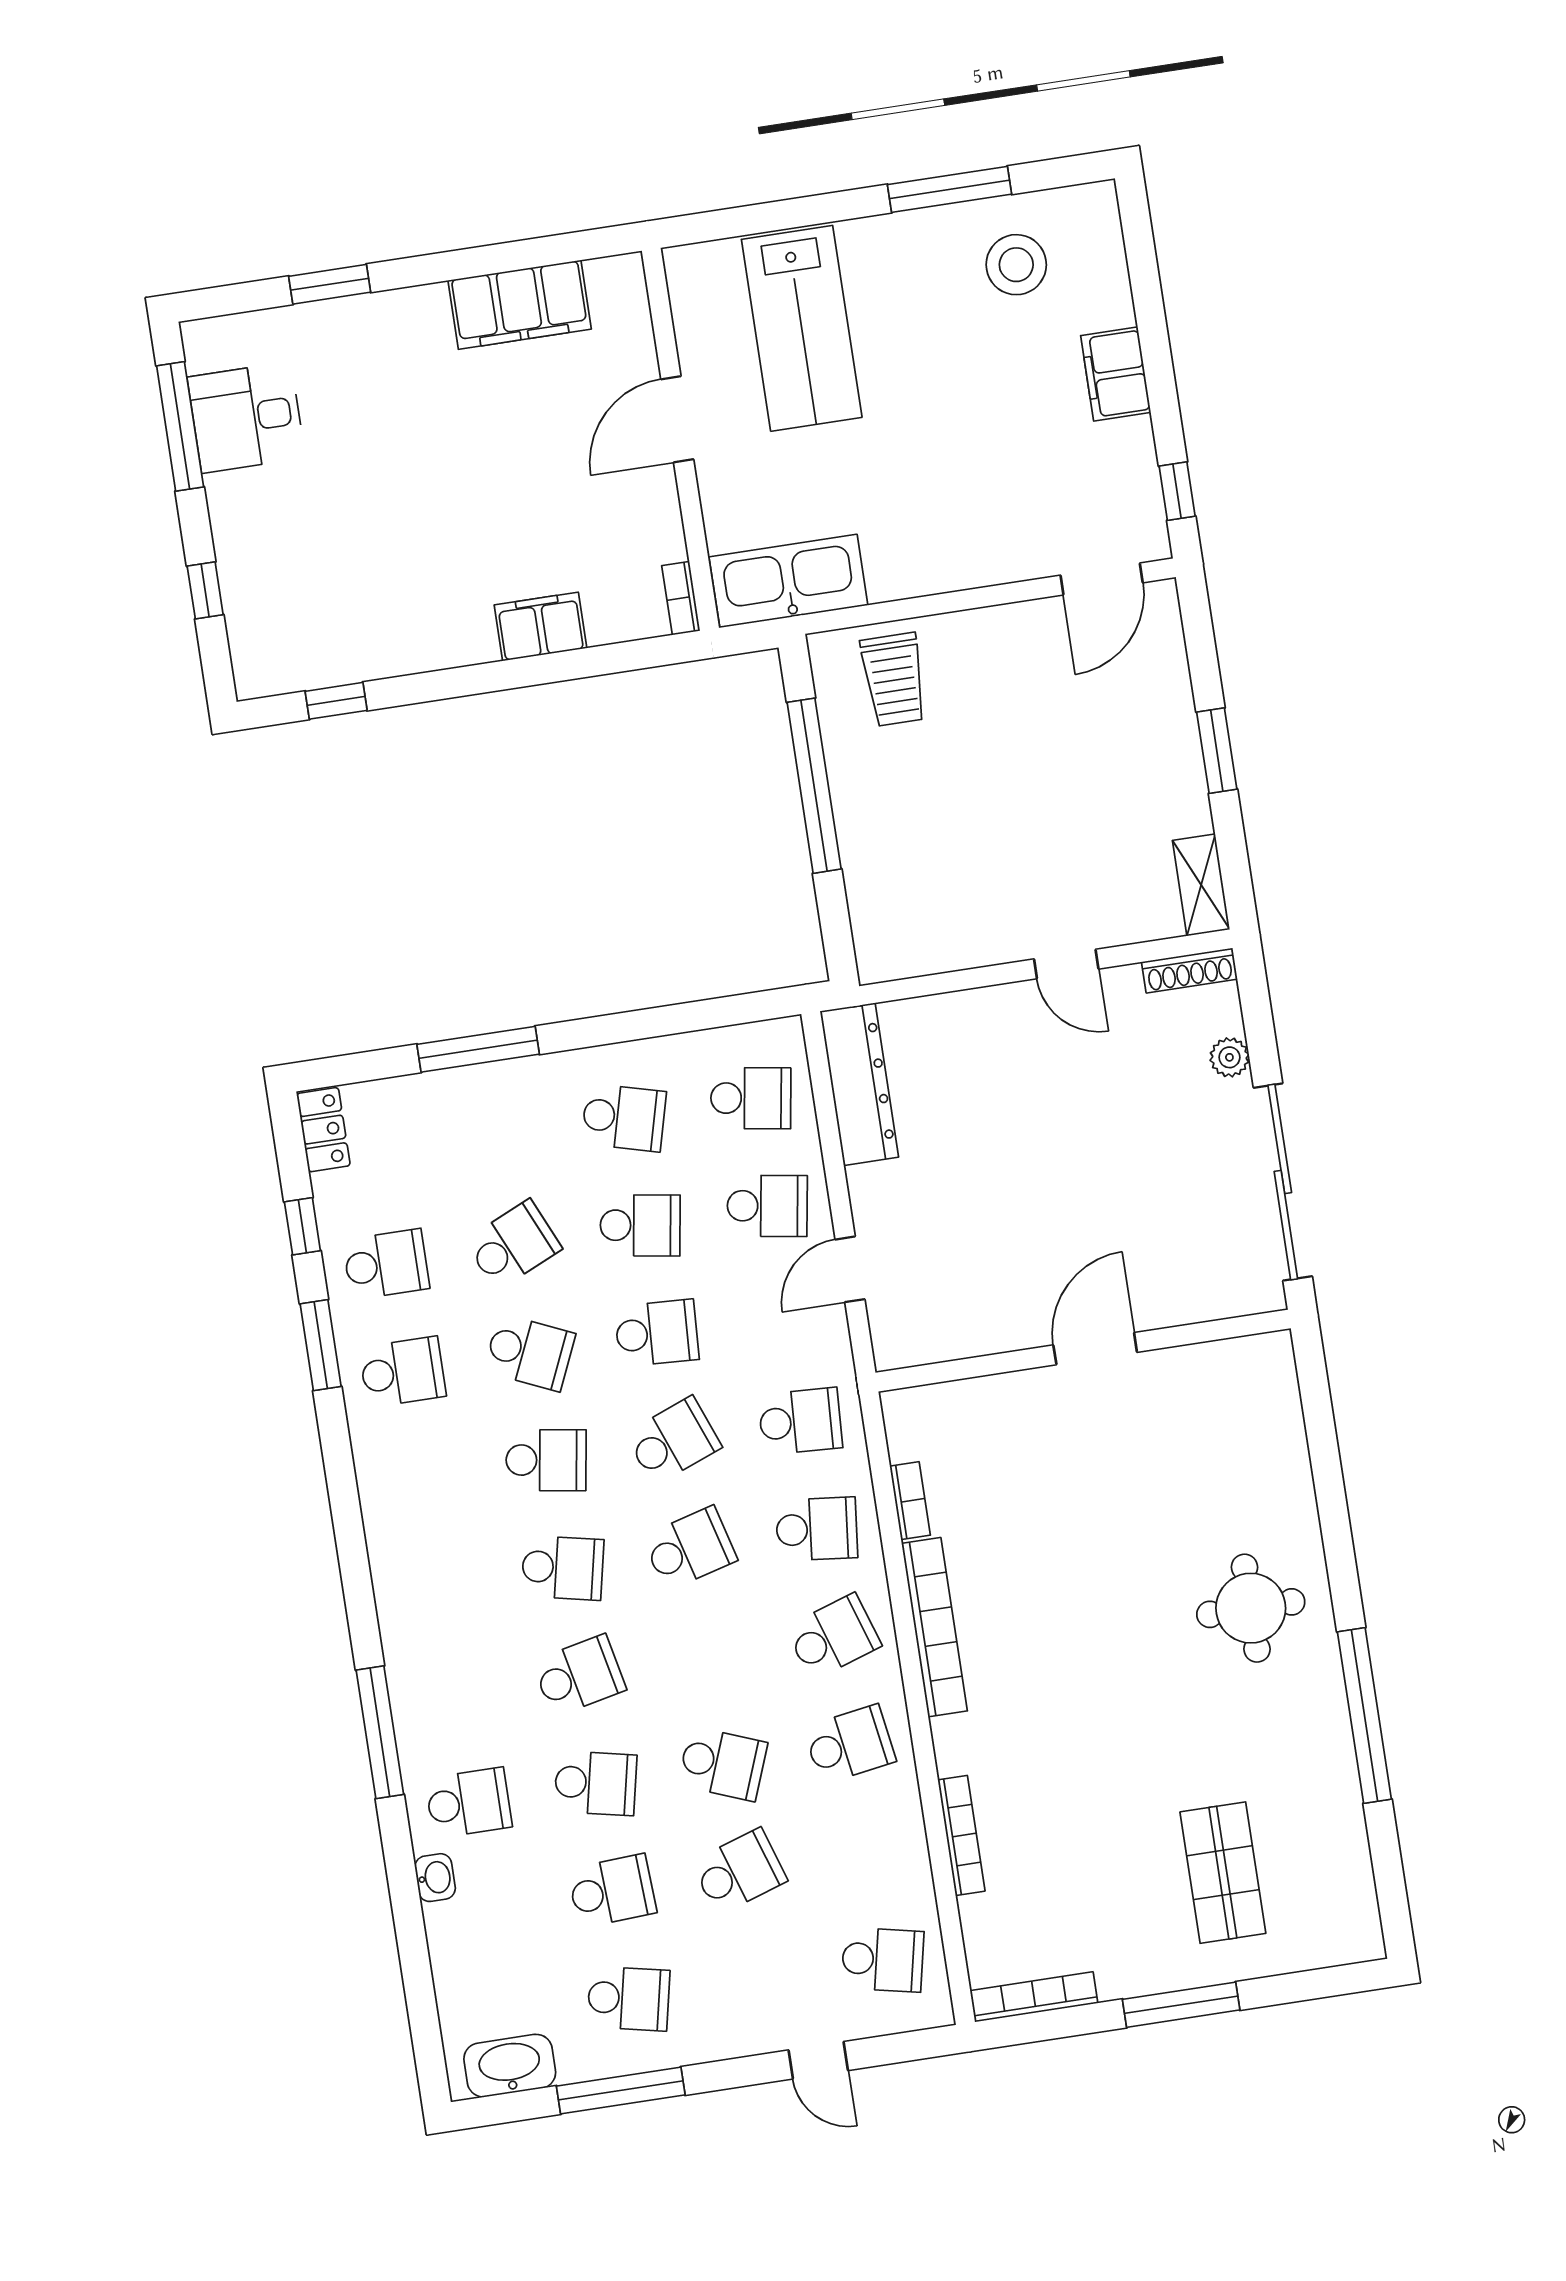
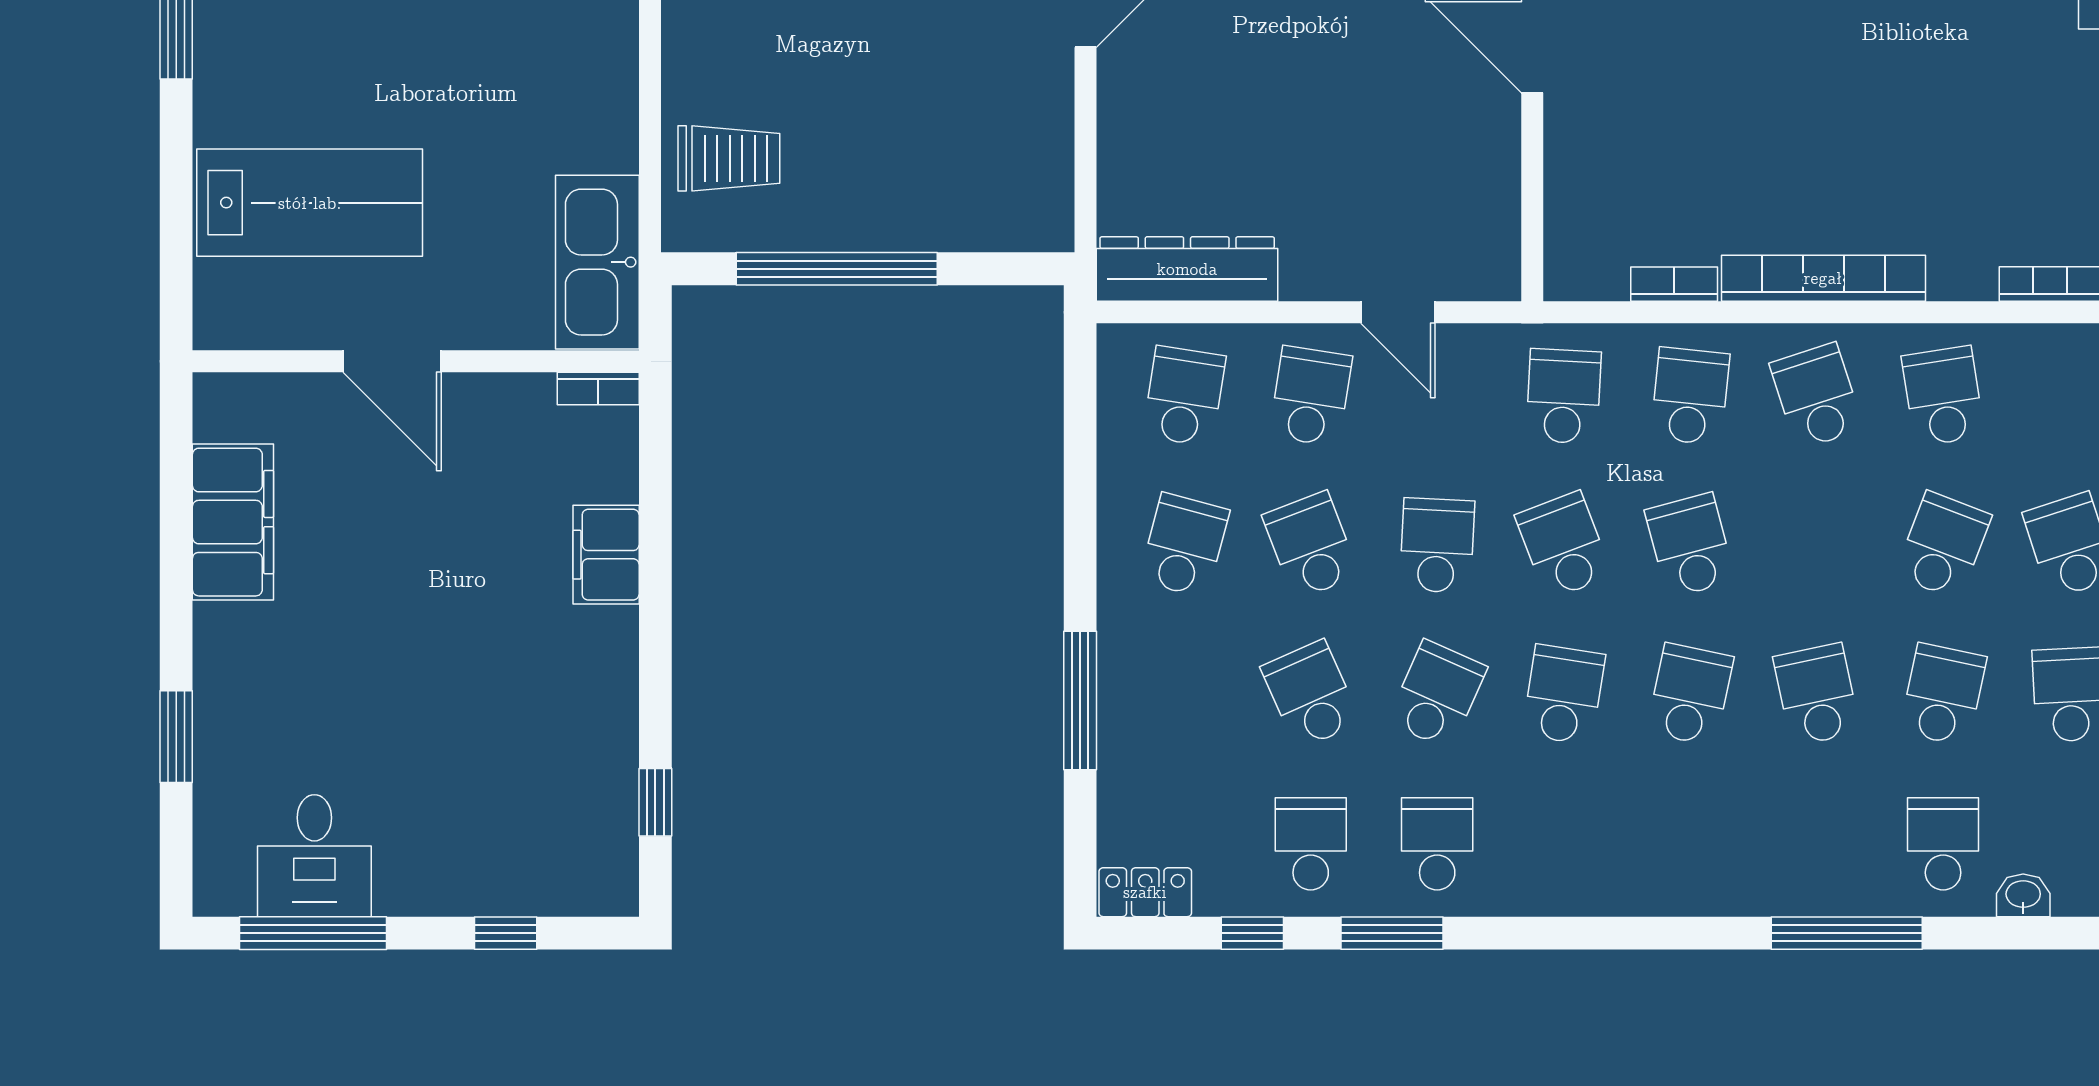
school desk: (640, 1225) -> (1311, 545), turned -30

